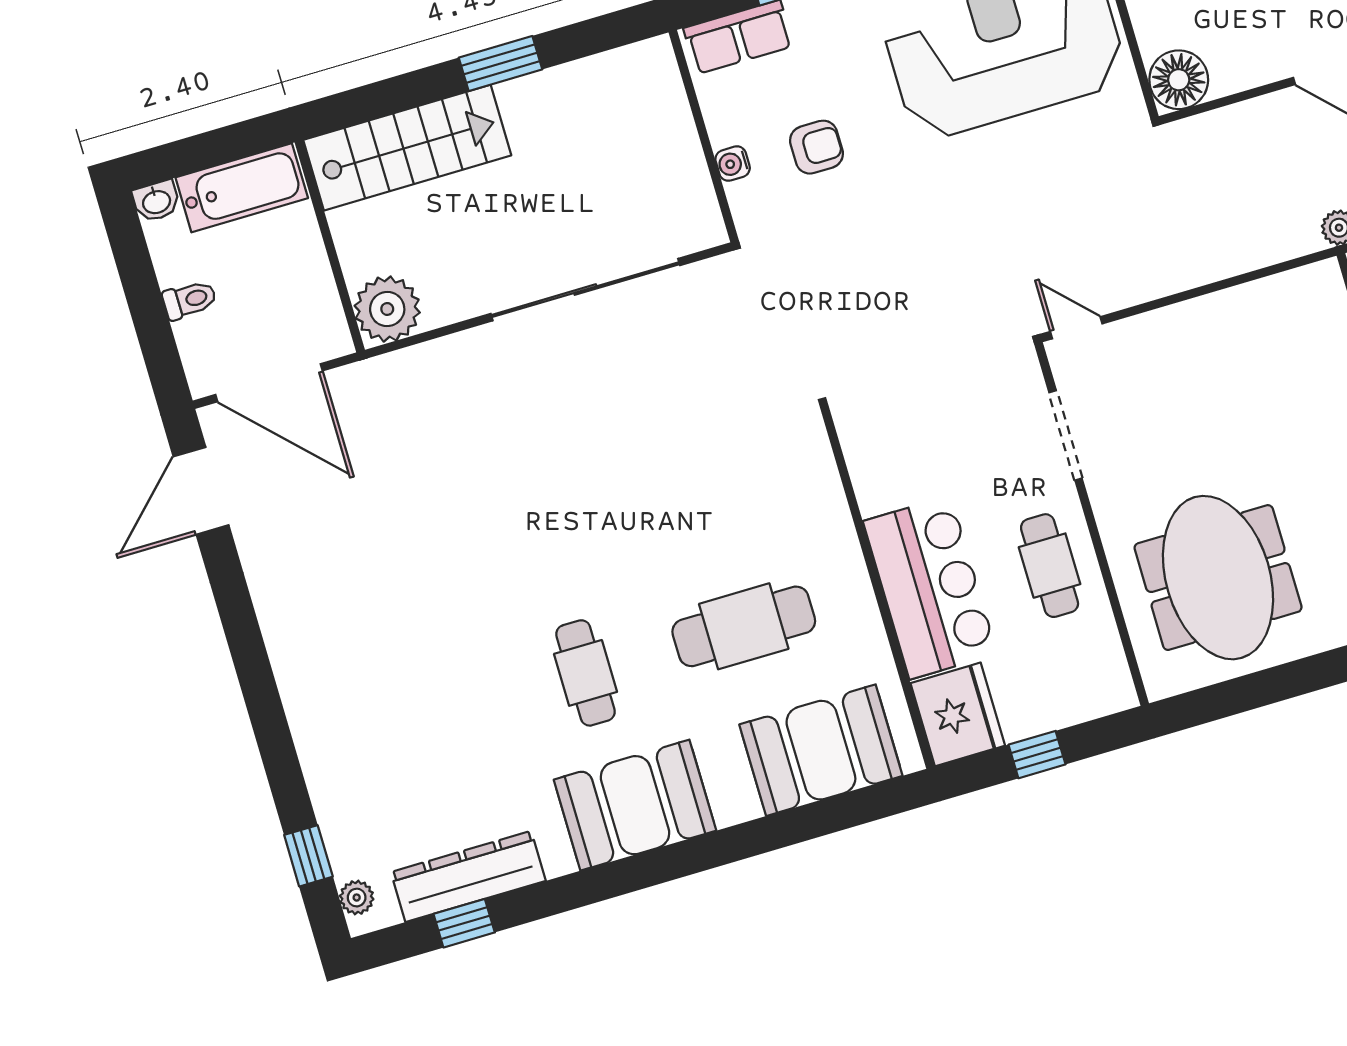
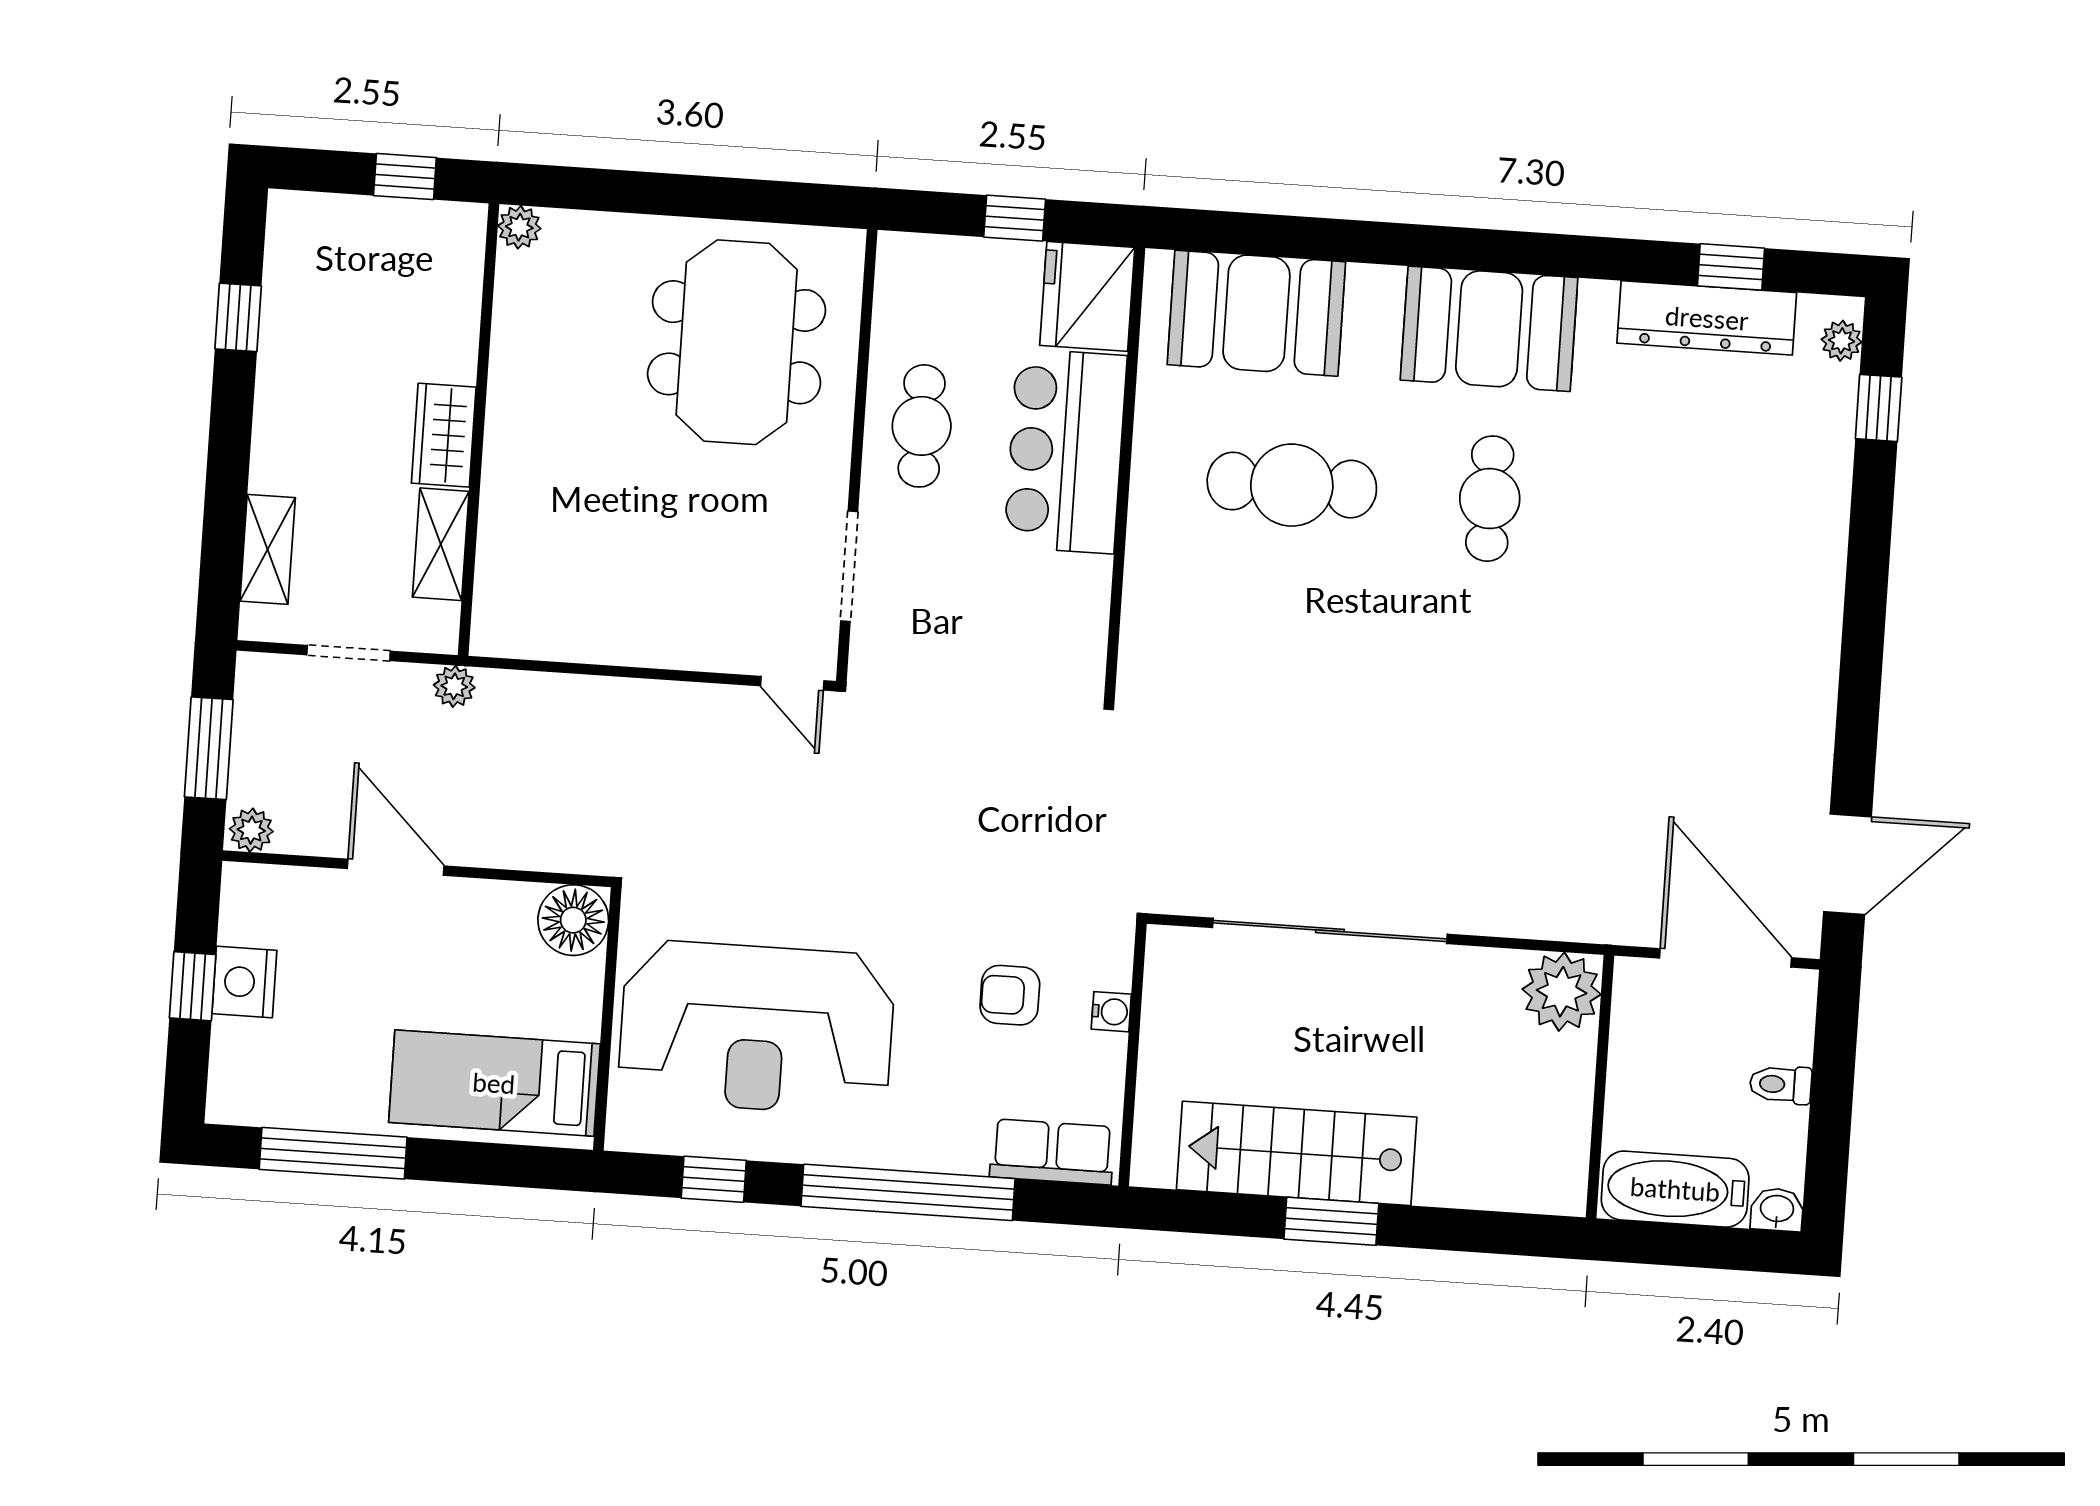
stairs: (407, 148) -> (1297, 1153), moved

